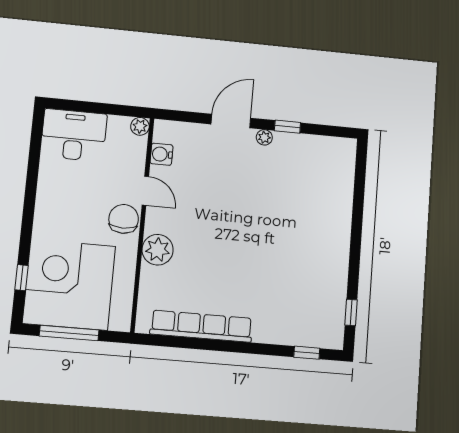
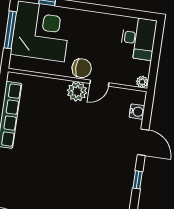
plant: (264, 137) -> (131, 164), removed
water cooler: (161, 154) -> (137, 112), moved, turned 90
plant: (158, 250) -> (77, 92), moved

